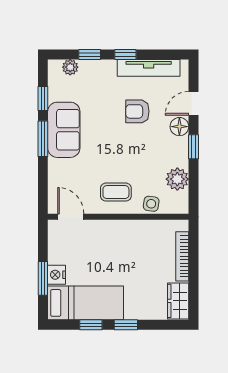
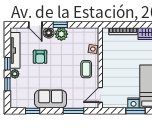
plant: (70, 67) -> (15, 74), moved
window: (43, 139) -> (74, 111), moved
plant: (177, 179) -> (61, 34), moved

